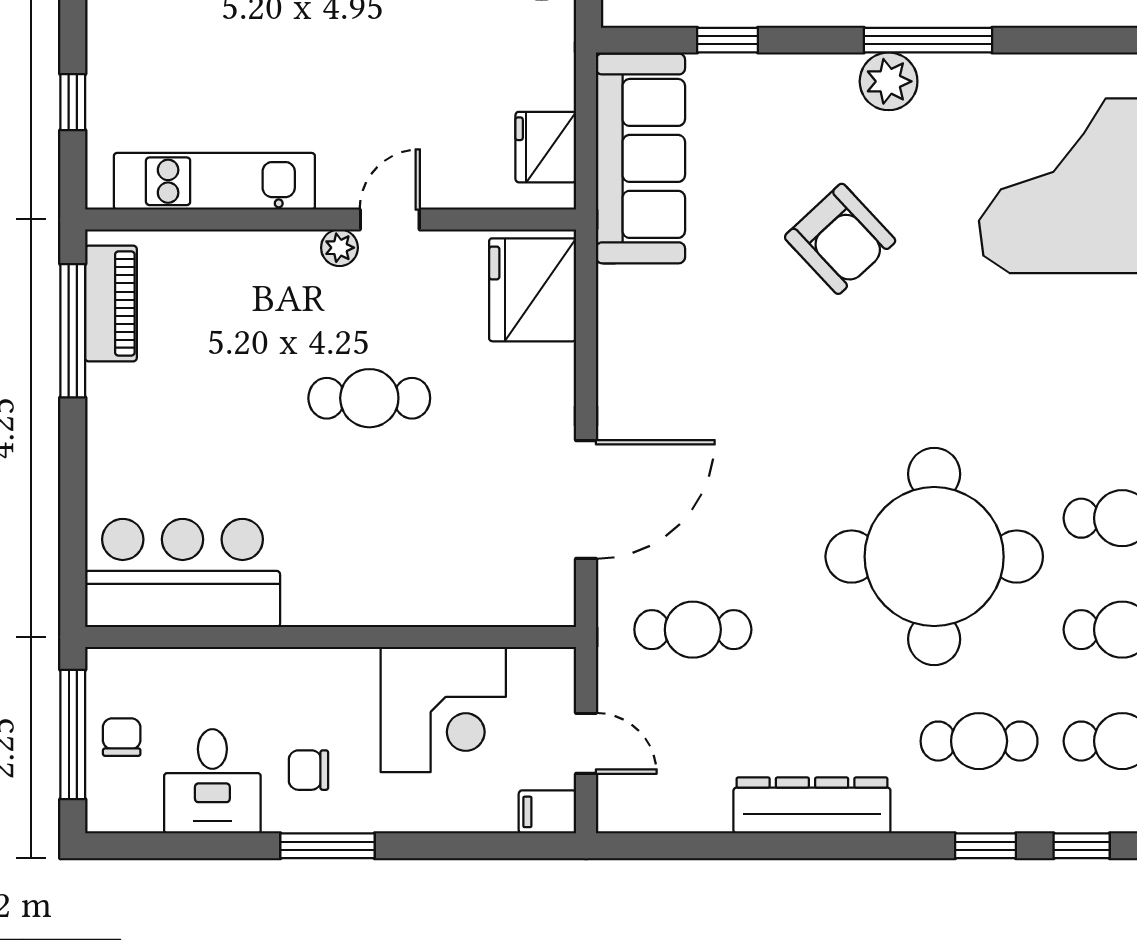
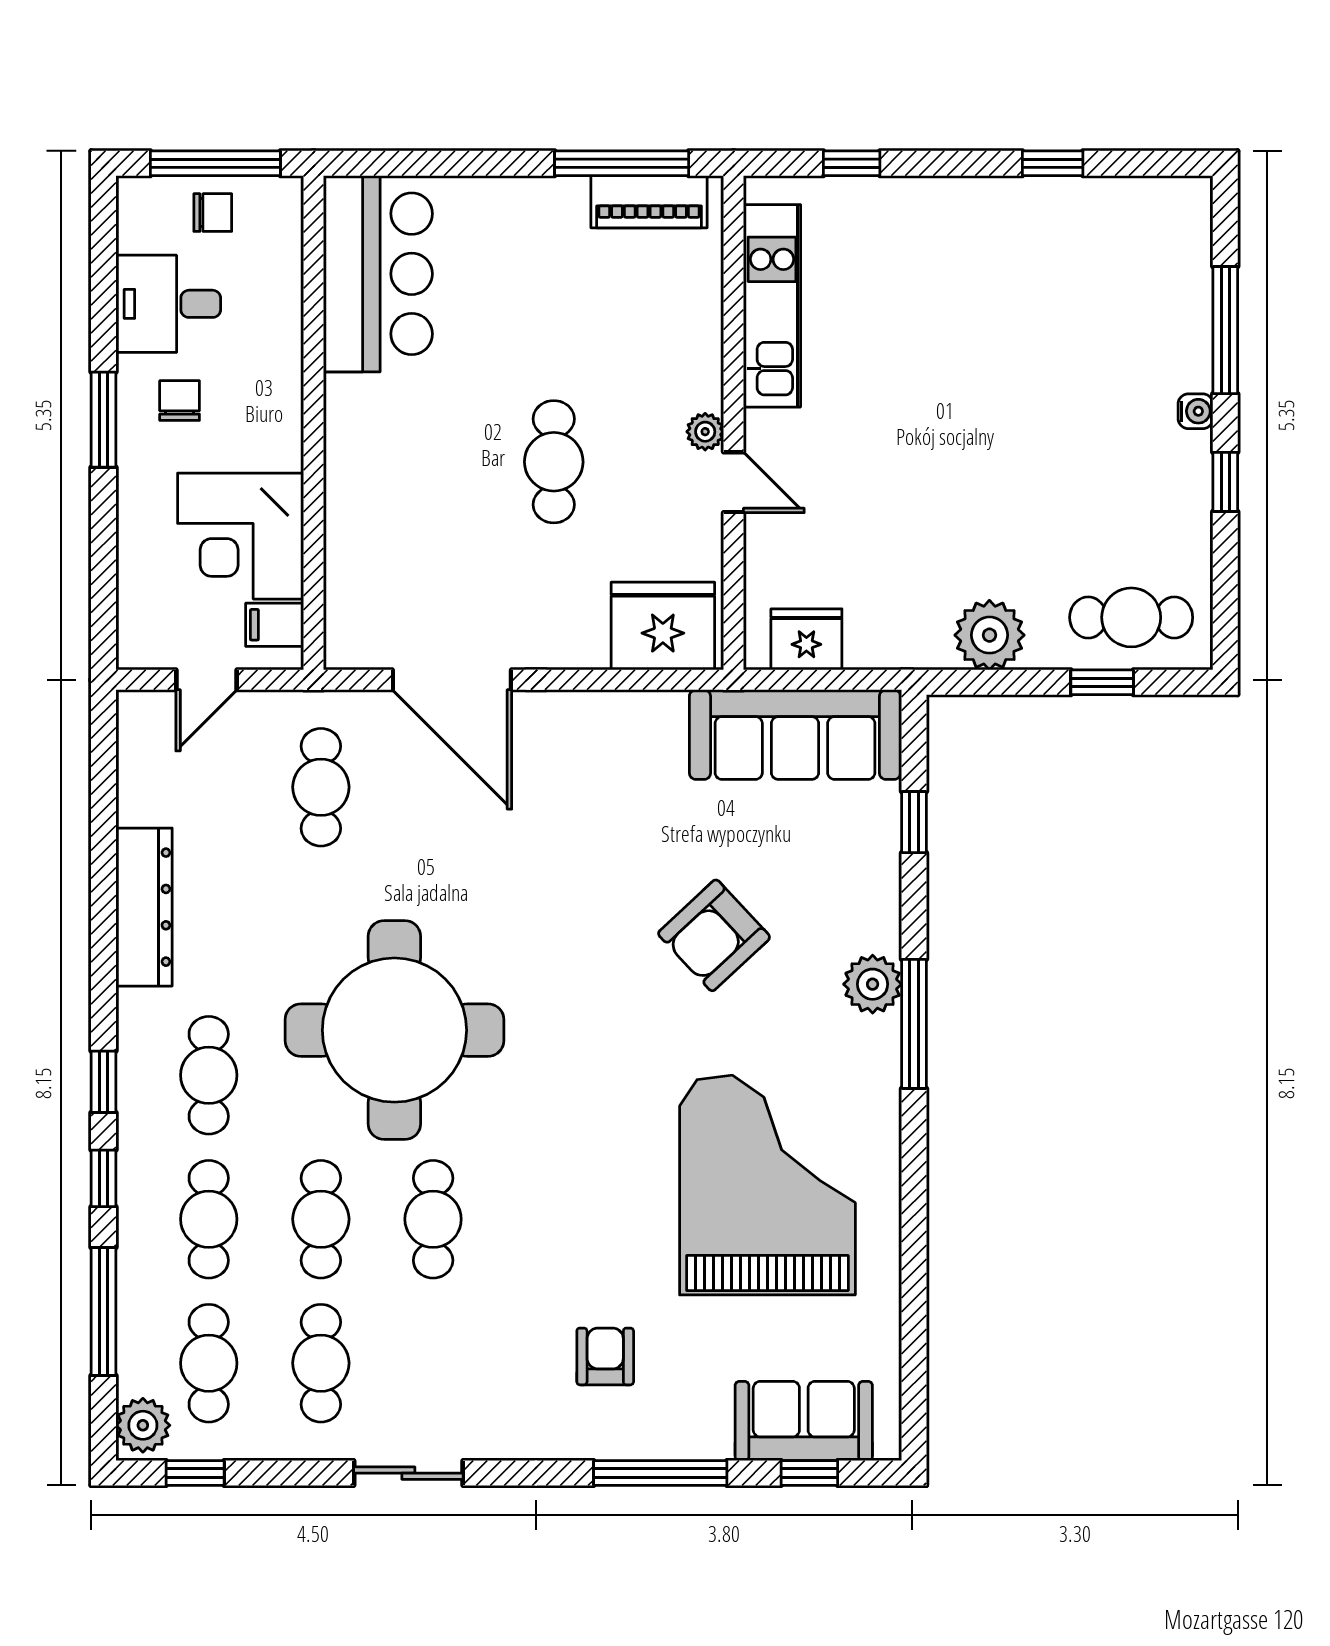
filing cabinet: (547, 812) -> (275, 625), moved, turned -90

